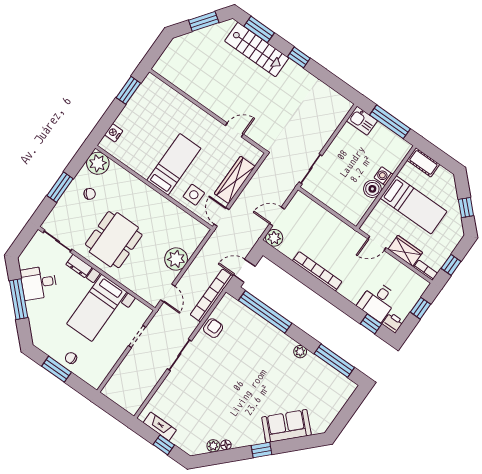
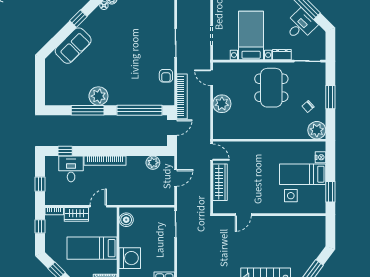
bed: (174, 164) -> (303, 174), moved, turned 90
washing machine: (384, 176) -> (130, 258), width x1.89, depth x1.89
boiler: (372, 189) -> (126, 220), moved
side table: (194, 195) -> (291, 196), moved
plant: (274, 238) -> (153, 163), moved
bookcase: (317, 271) -> (105, 161), moved
printer: (393, 323) -> (51, 162), removed
plant: (300, 352) -> (98, 96), width x1.87, depth x1.87
window: (334, 361) -> (88, 110), moved

